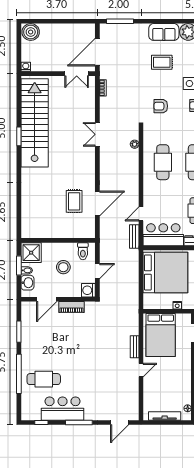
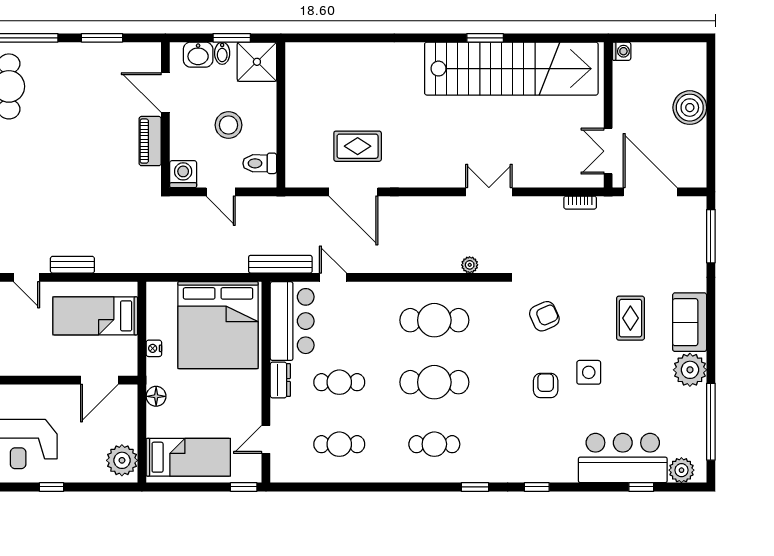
boiler: (31, 32) -> (690, 108), moved
armchair: (161, 106) -> (544, 316), turned 66
bench: (134, 236) -> (280, 264), width x1.36
bed: (161, 335) -> (95, 316), width x0.67

